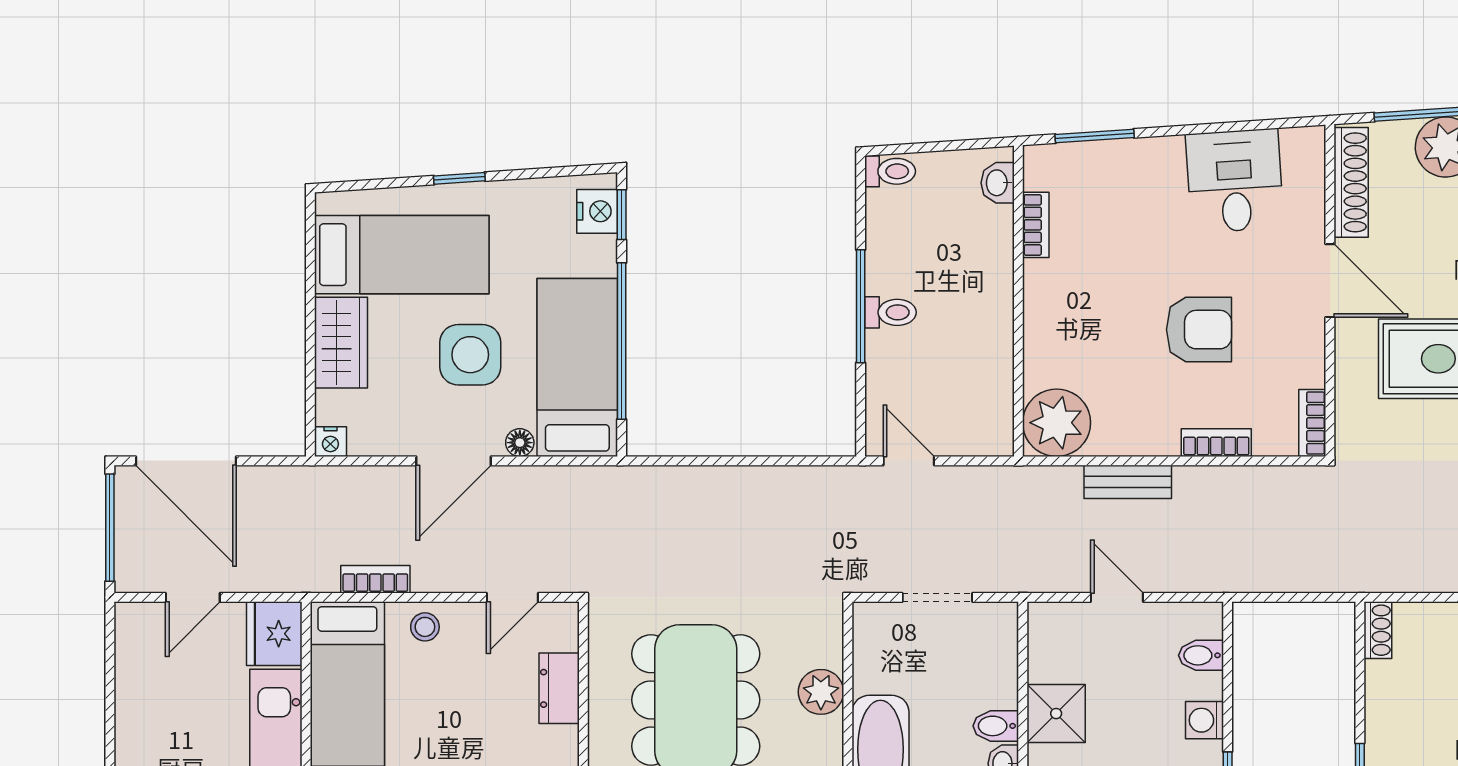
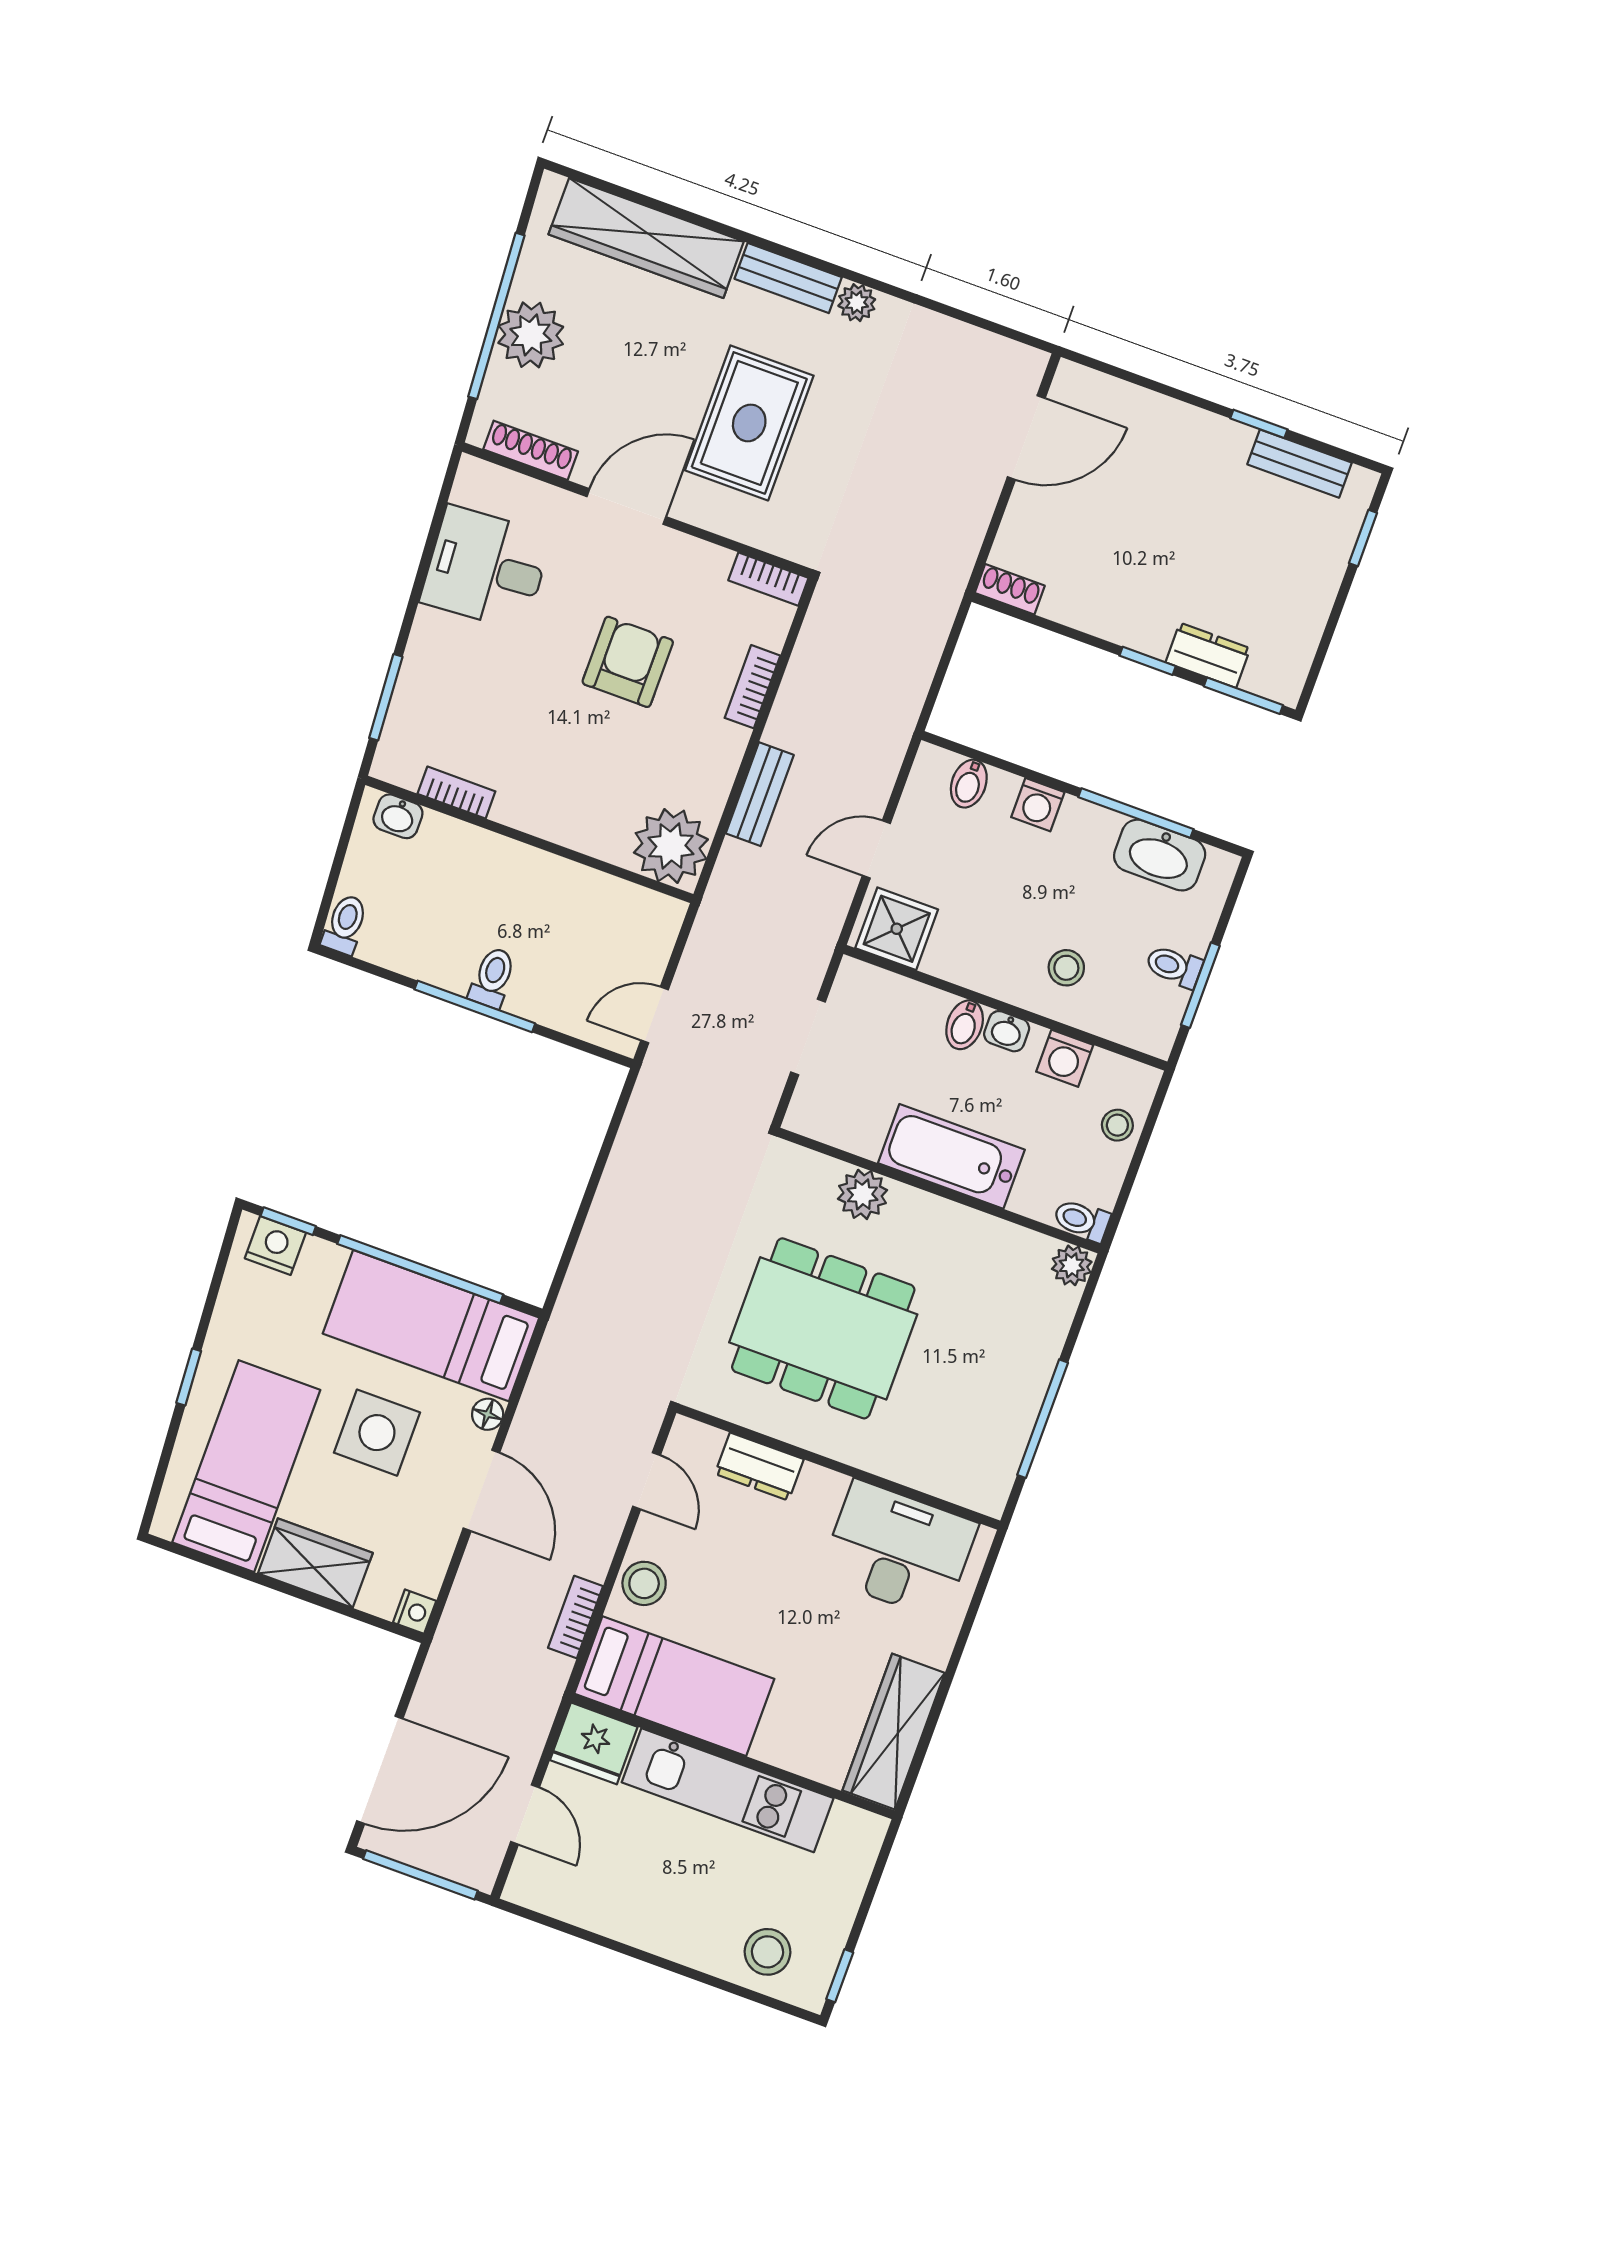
shoe rack: (1351, 182) -> (531, 450), width x0.74, depth x0.81
stool: (425, 627) -> (644, 1583), width x1.37, depth x1.37
shower: (1056, 714) -> (897, 929), moved

